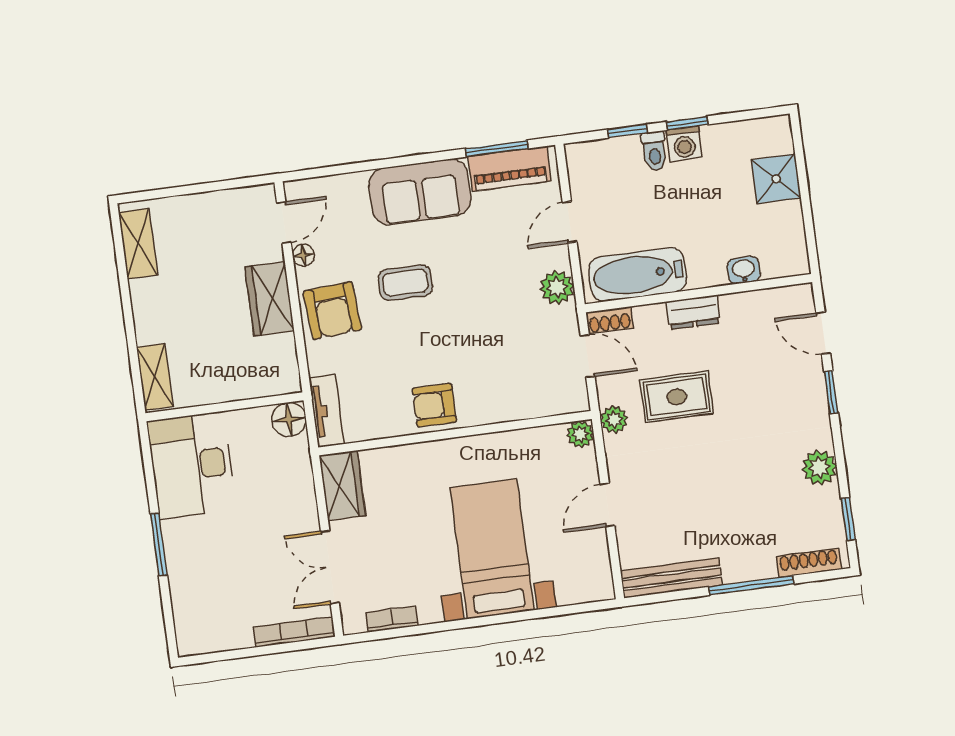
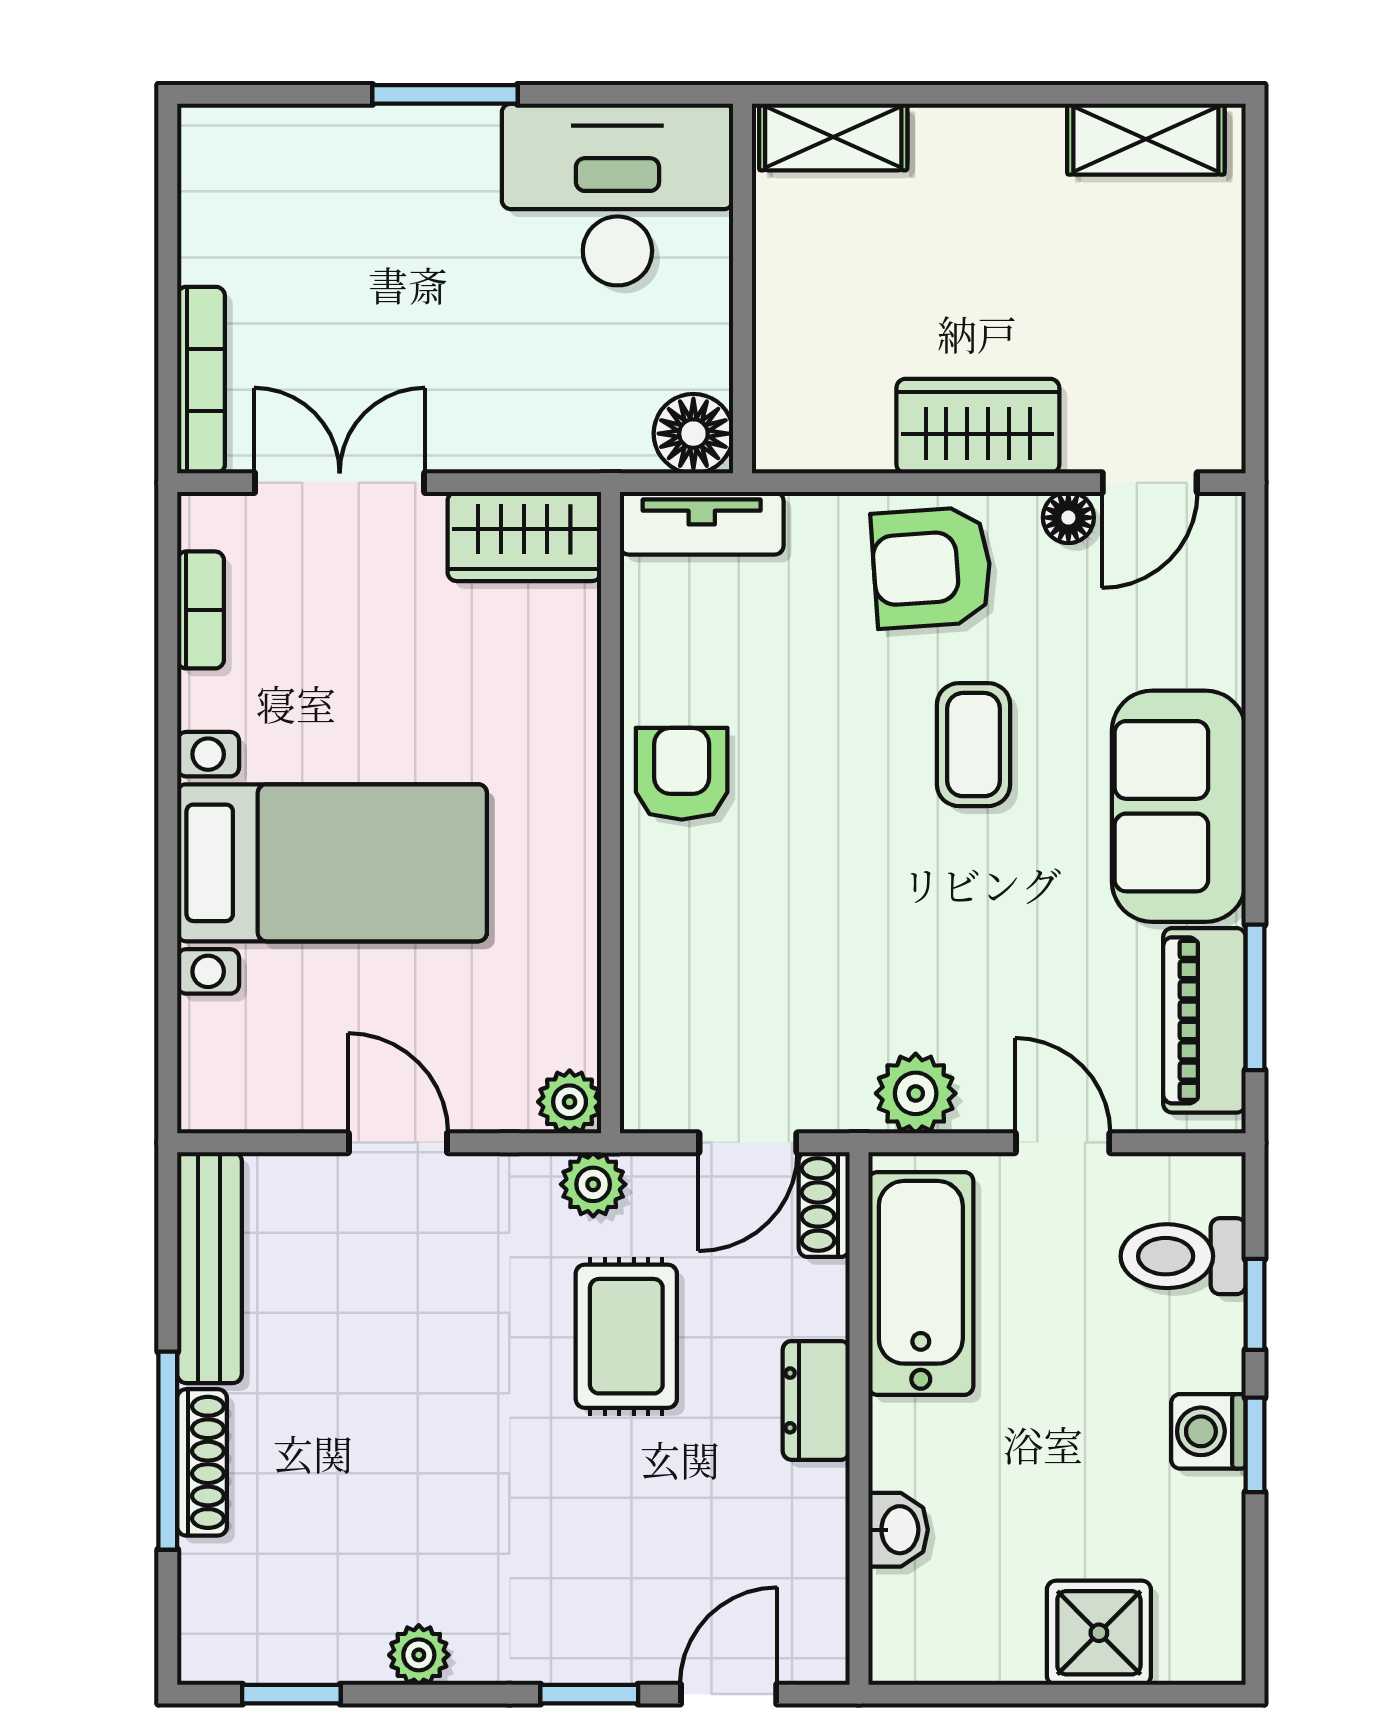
toilet: (654, 151) -> (1183, 1256), moved, width x1.37, depth x1.39
door: (284, 223) -> (1150, 483), hinge flipped
plant: (819, 468) -> (419, 1655), width x0.73, depth x0.73
shoe rack: (809, 563) -> (202, 1462), moved

